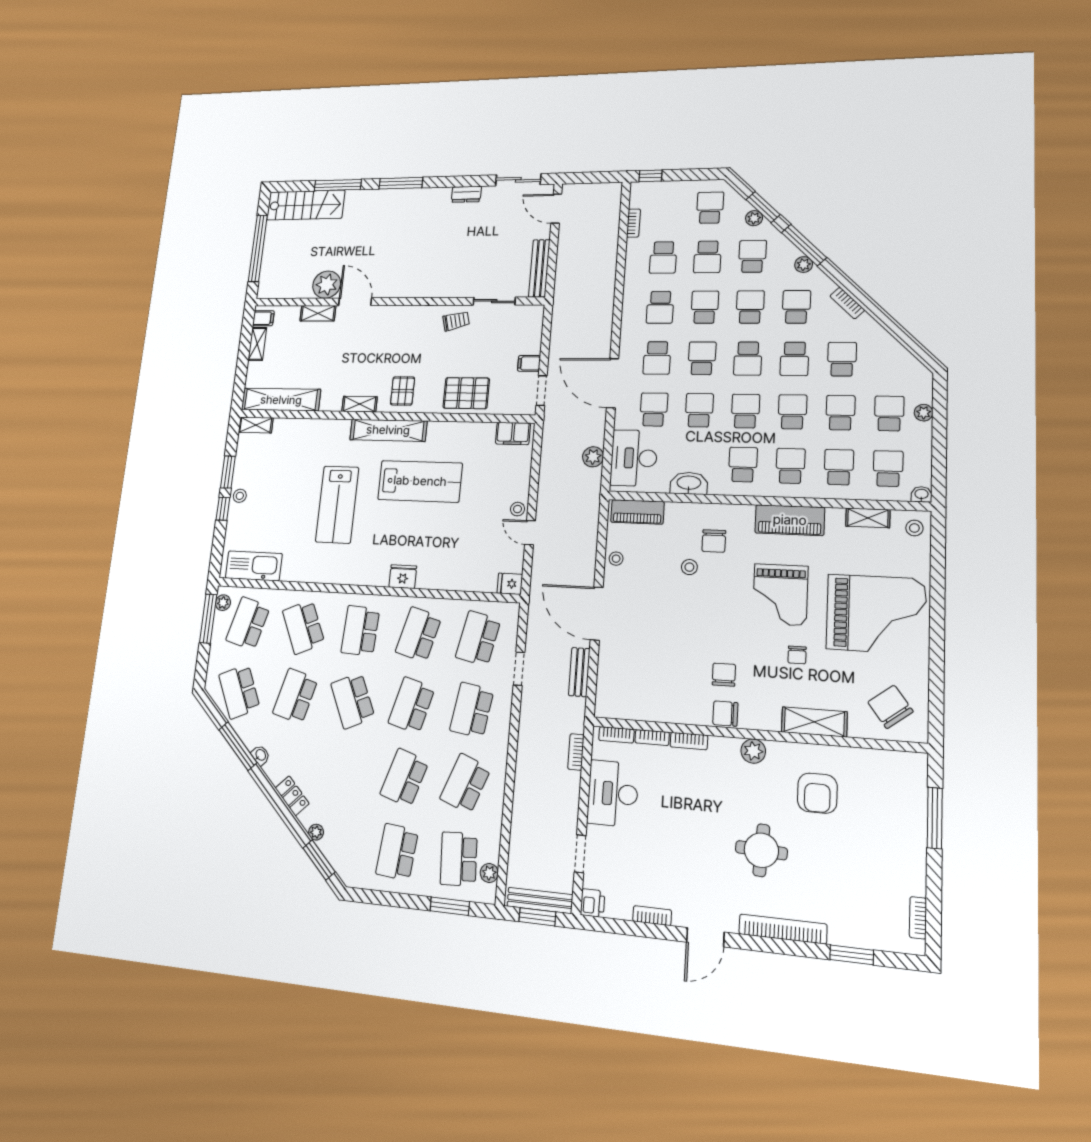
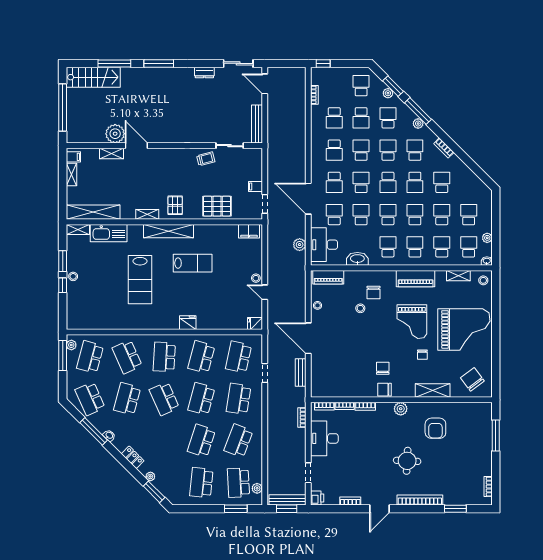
plant: (924, 413) -> (487, 238), moved
lab bench: (420, 481) -> (193, 263), width x0.73, depth x0.72
kitchen sink: (254, 566) -> (109, 233), moved, turned 180

